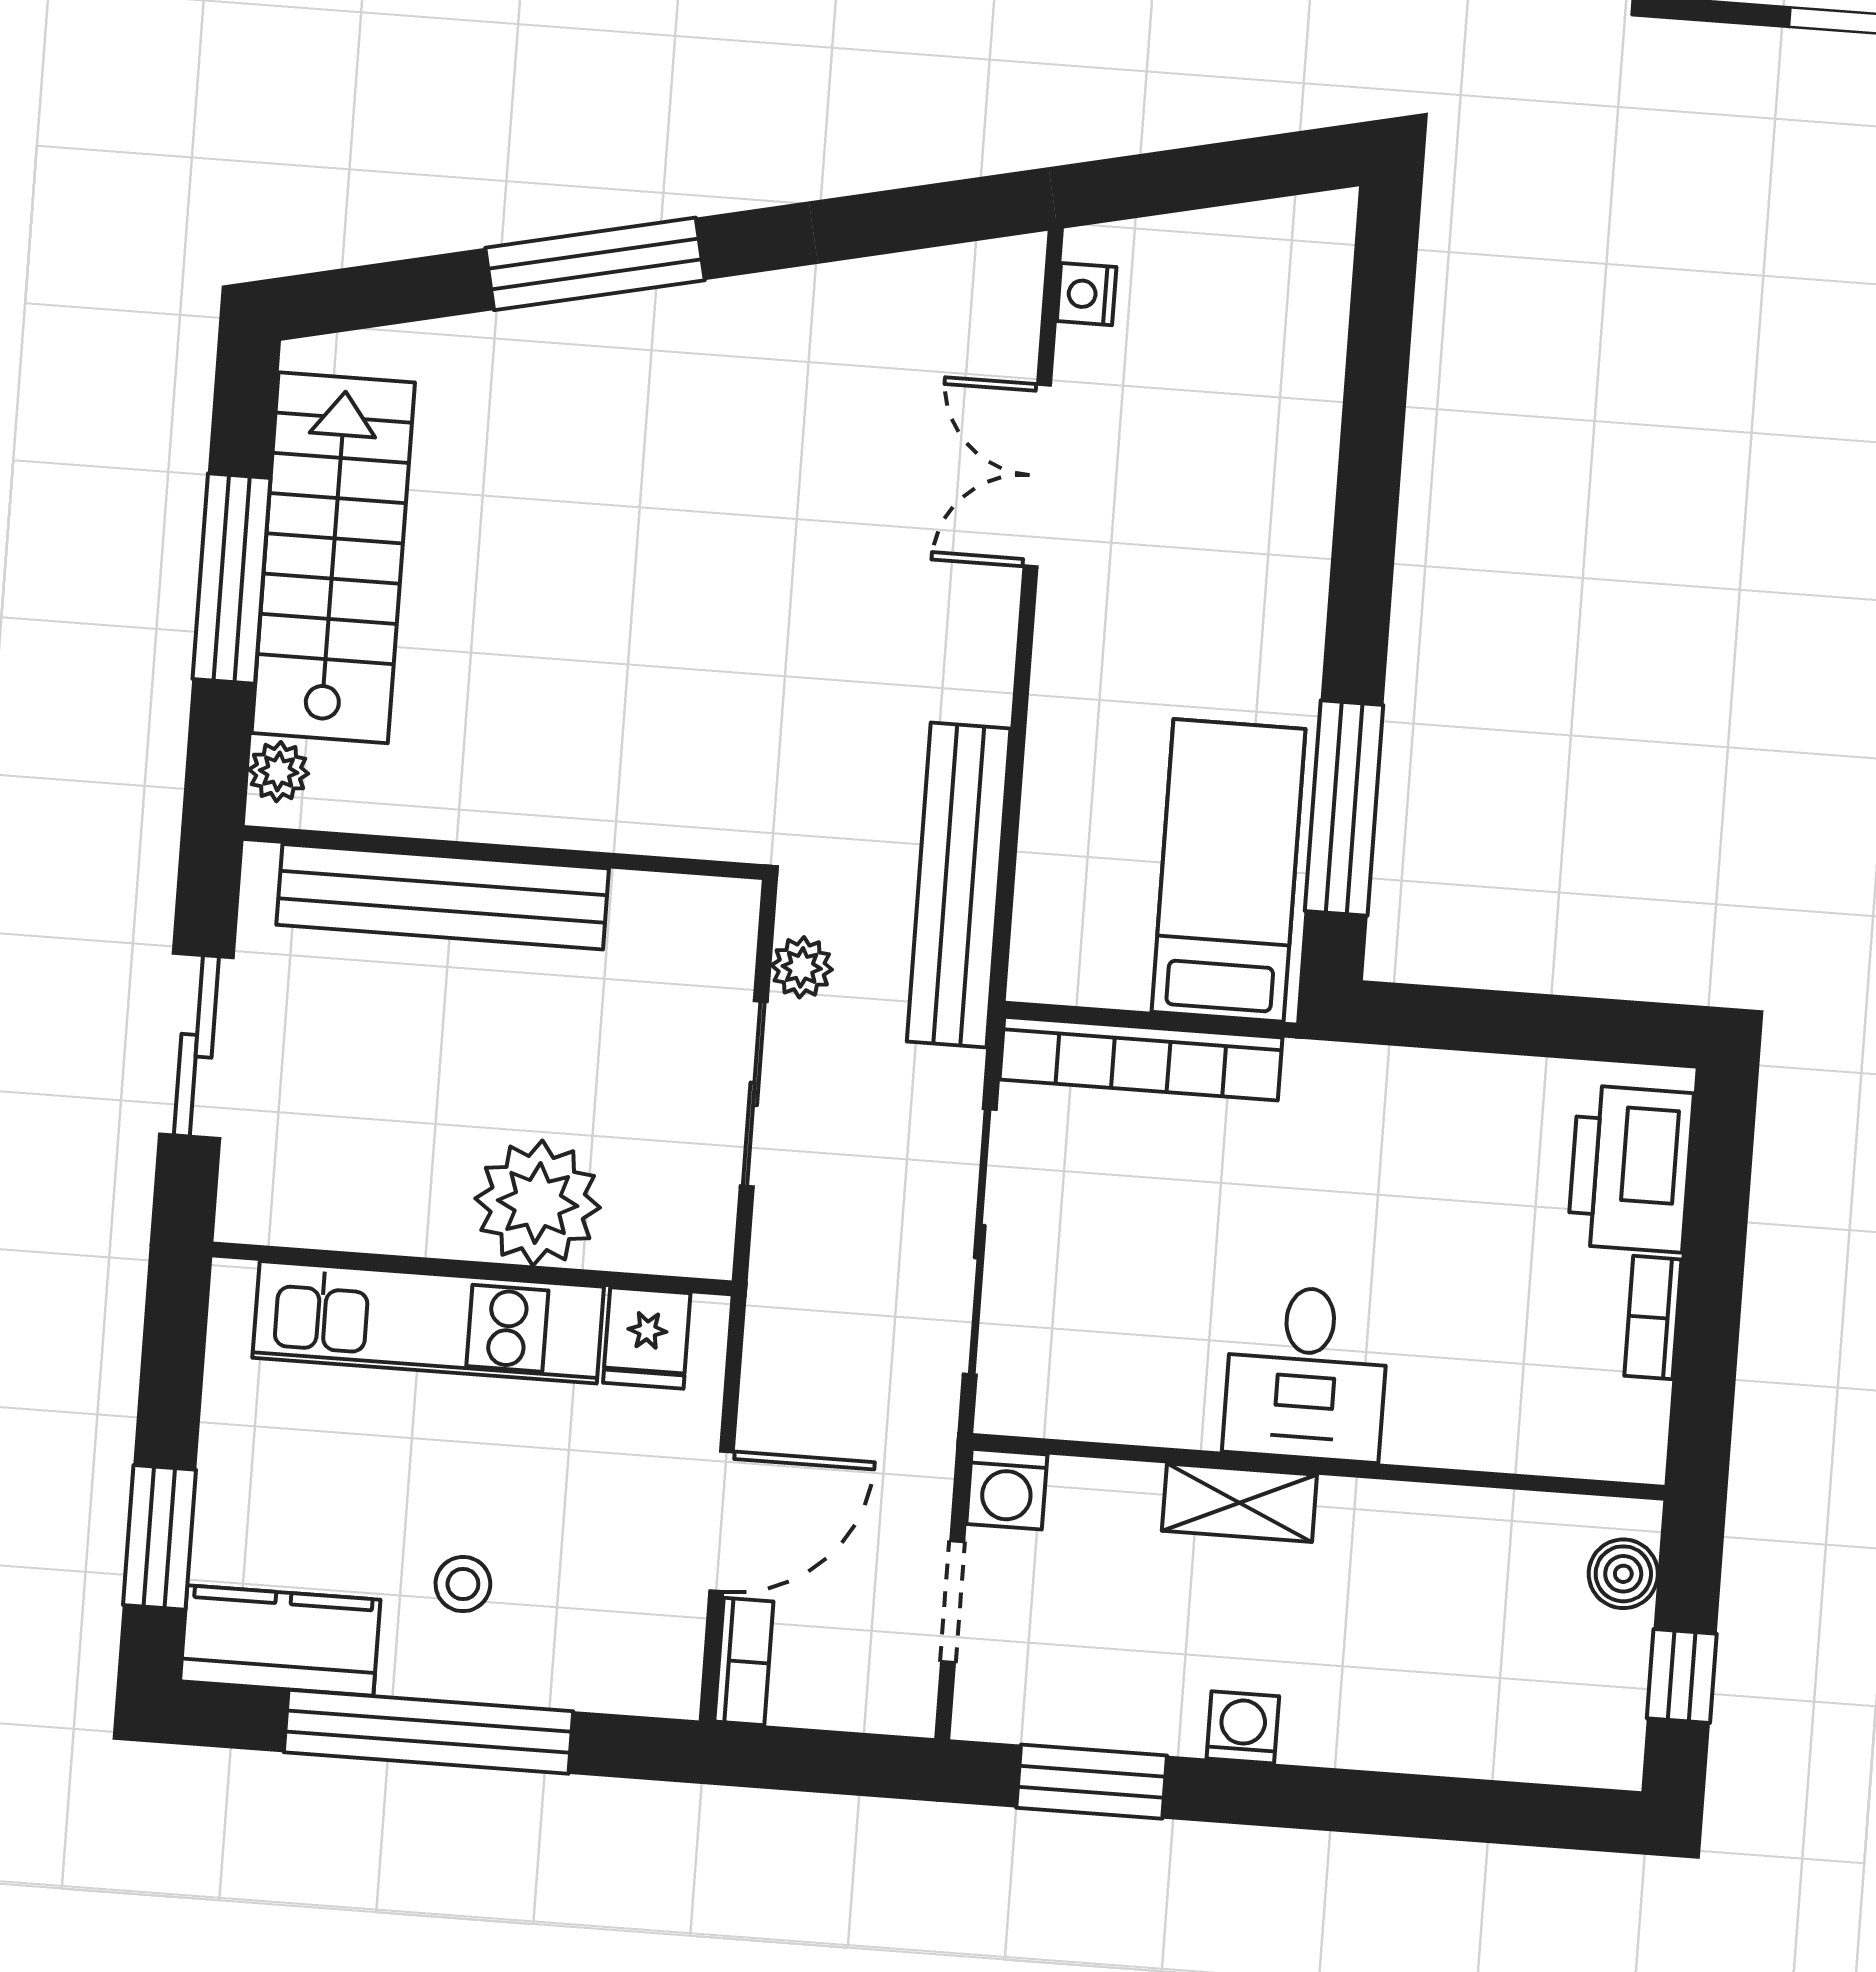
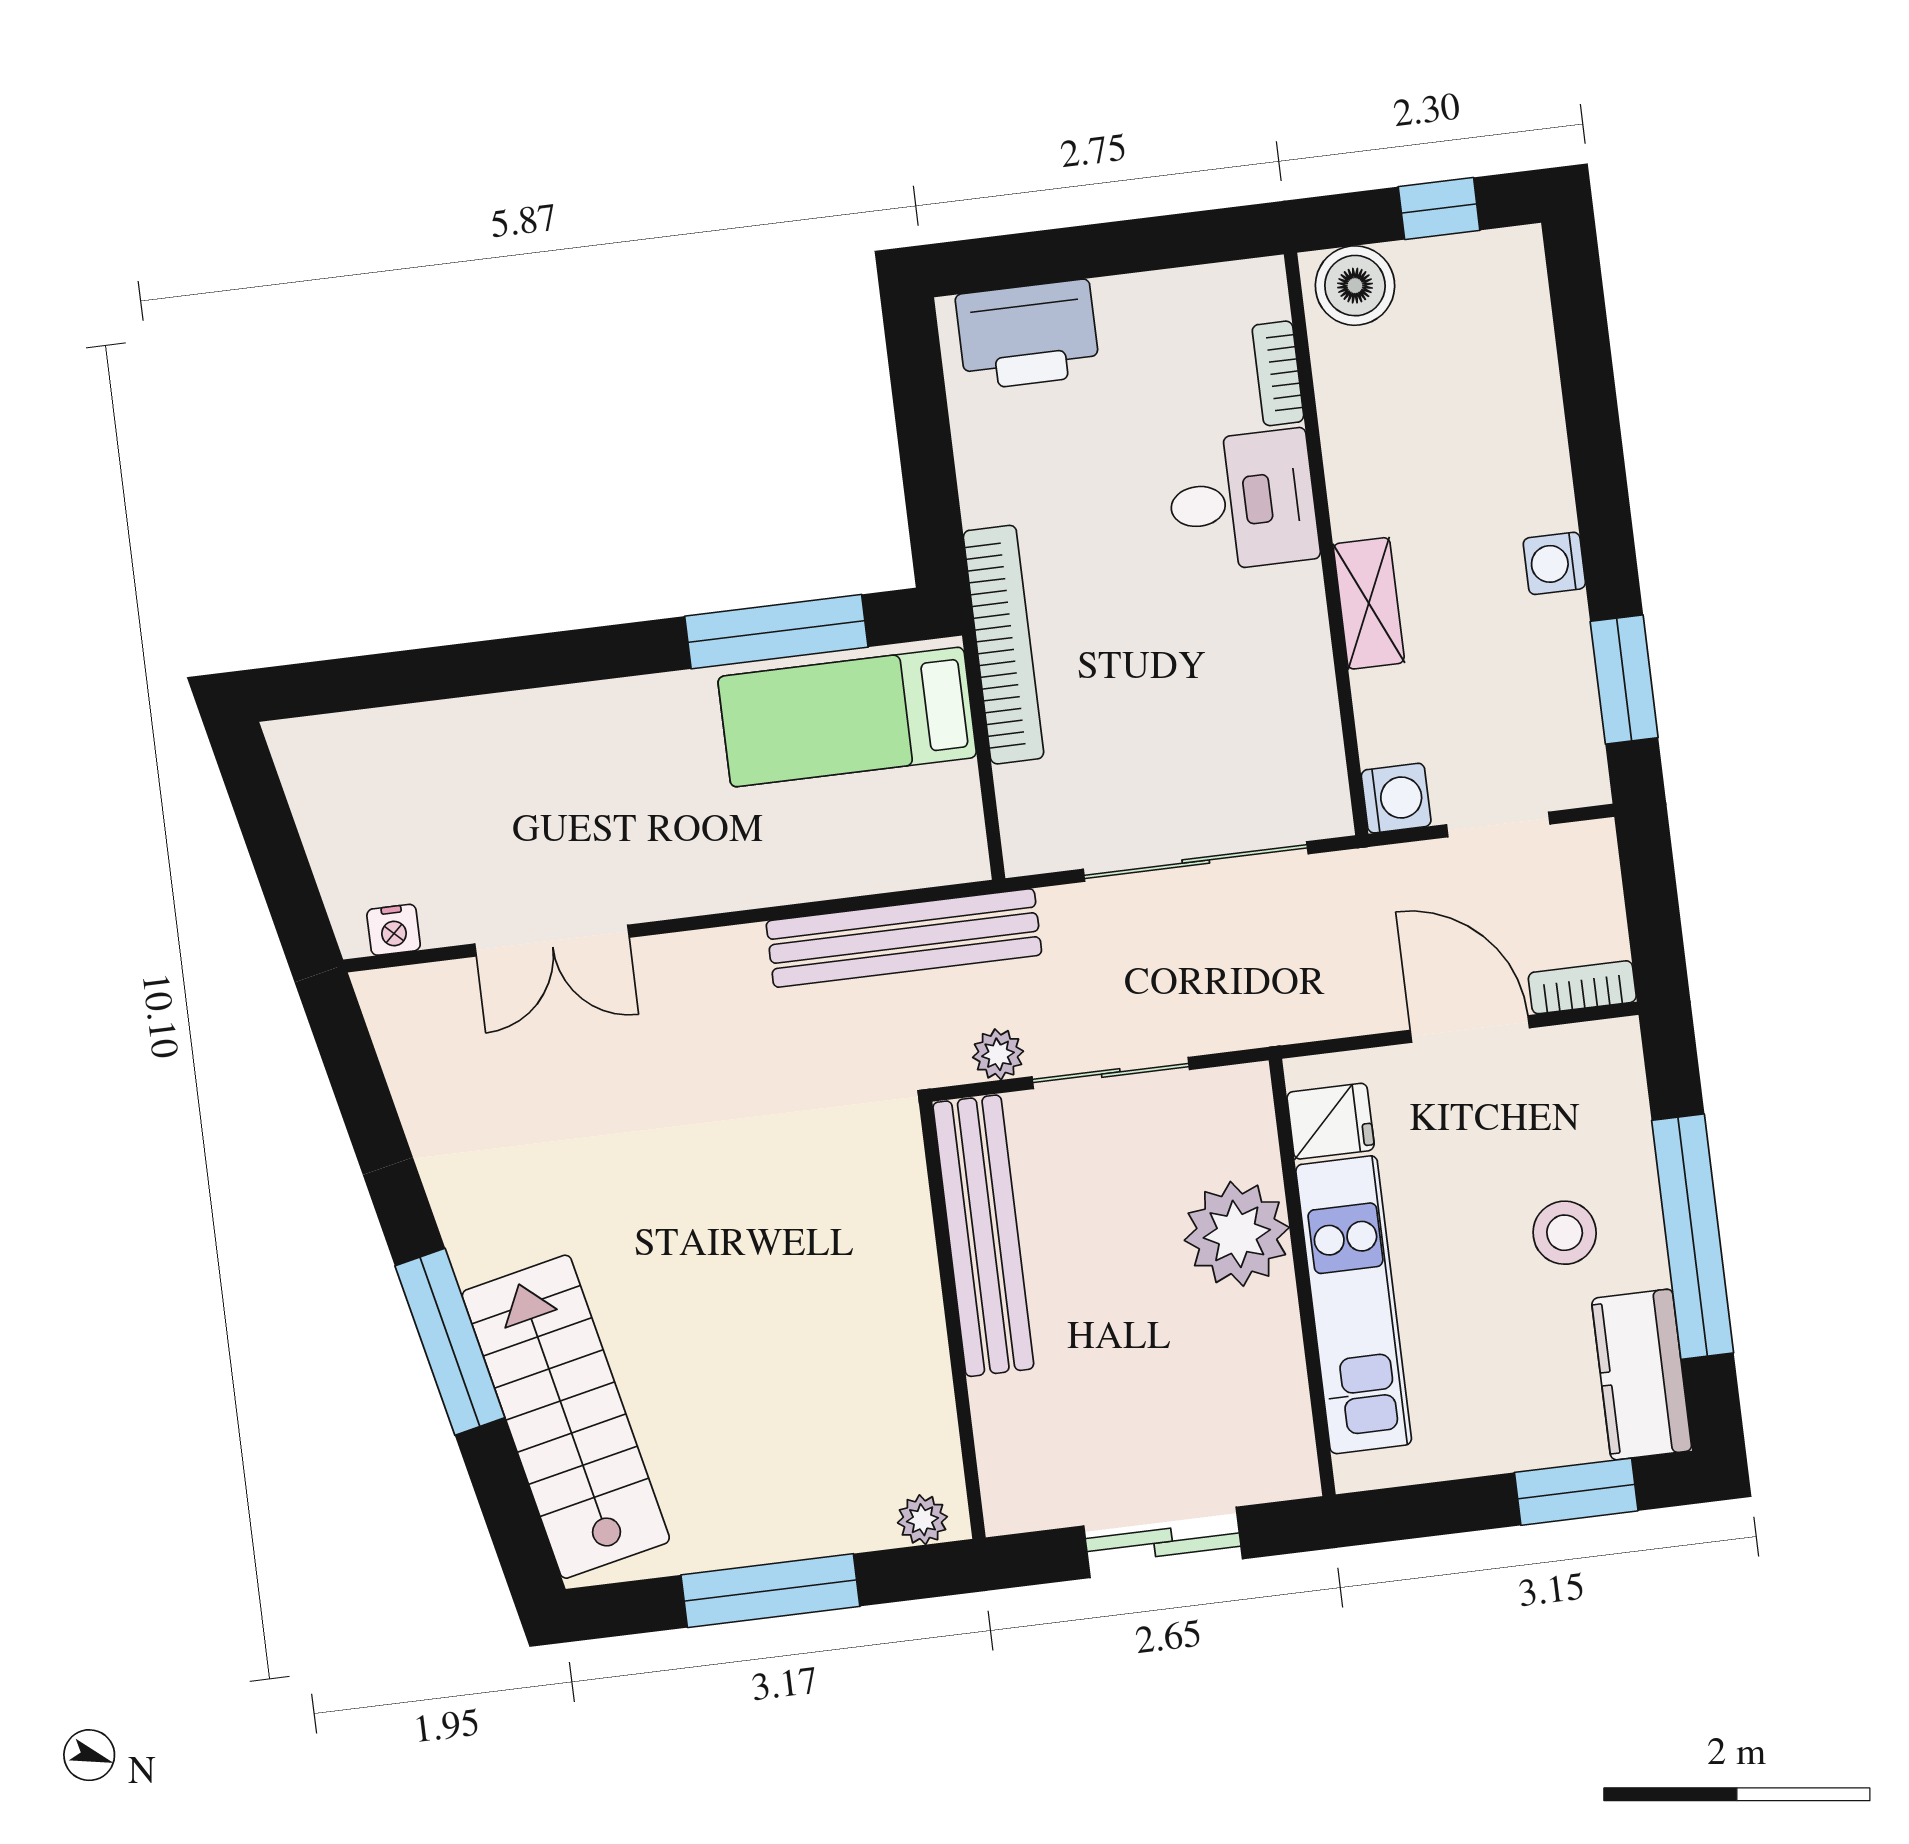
stairs: (333, 558) -> (566, 1417), moved, turned 78
bench: (443, 897) -> (983, 1236), moved
bookcase: (1141, 1059) -> (1003, 645), moved
bookcase: (1653, 1318) -> (1278, 373), moved, turned 90
desk: (1306, 1373) -> (1242, 501), moved
boiler: (1623, 1574) -> (1355, 286), width x1.36, depth x1.36
stool: (463, 1584) -> (1565, 1233), width x1.37, depth x1.37

